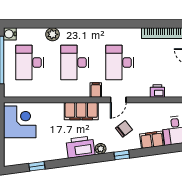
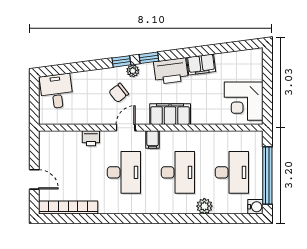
printer: (157, 91) -> (91, 138), moved
filing cabinet: (152, 140) -> (201, 64), moved
plant: (101, 149) -> (133, 71), moved
window: (37, 166) -> (149, 58), moved

